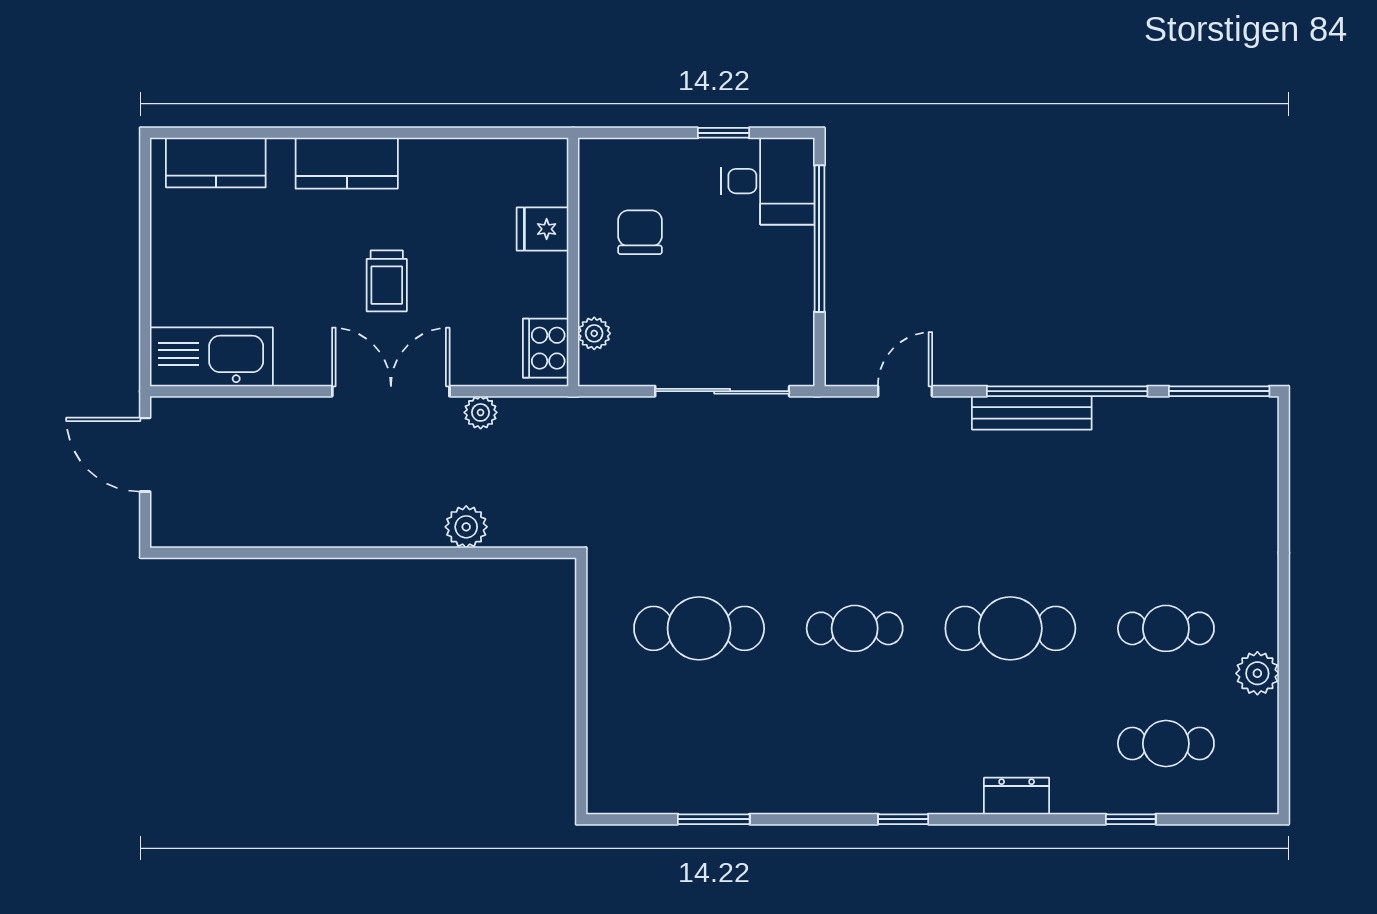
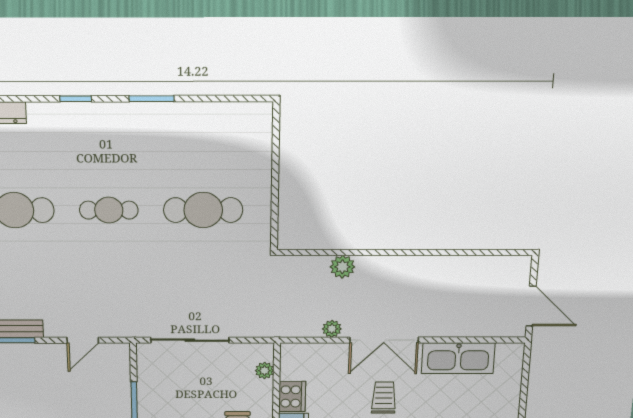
cooker: (546, 348) -> (292, 396), moved
kitchen sink: (212, 357) -> (458, 358), moved
window: (714, 819) -> (152, 99), moved

